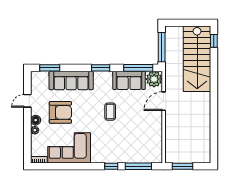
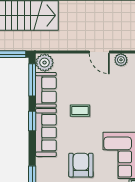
sofa: (71, 80) -> (46, 133), moved
door: (164, 101) -> (99, 52), moved
plant: (157, 149) -> (121, 60), added

